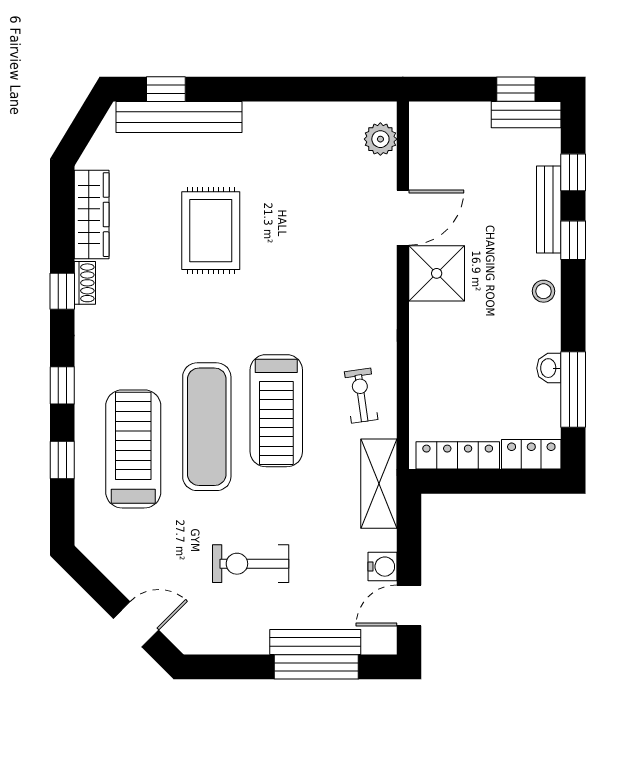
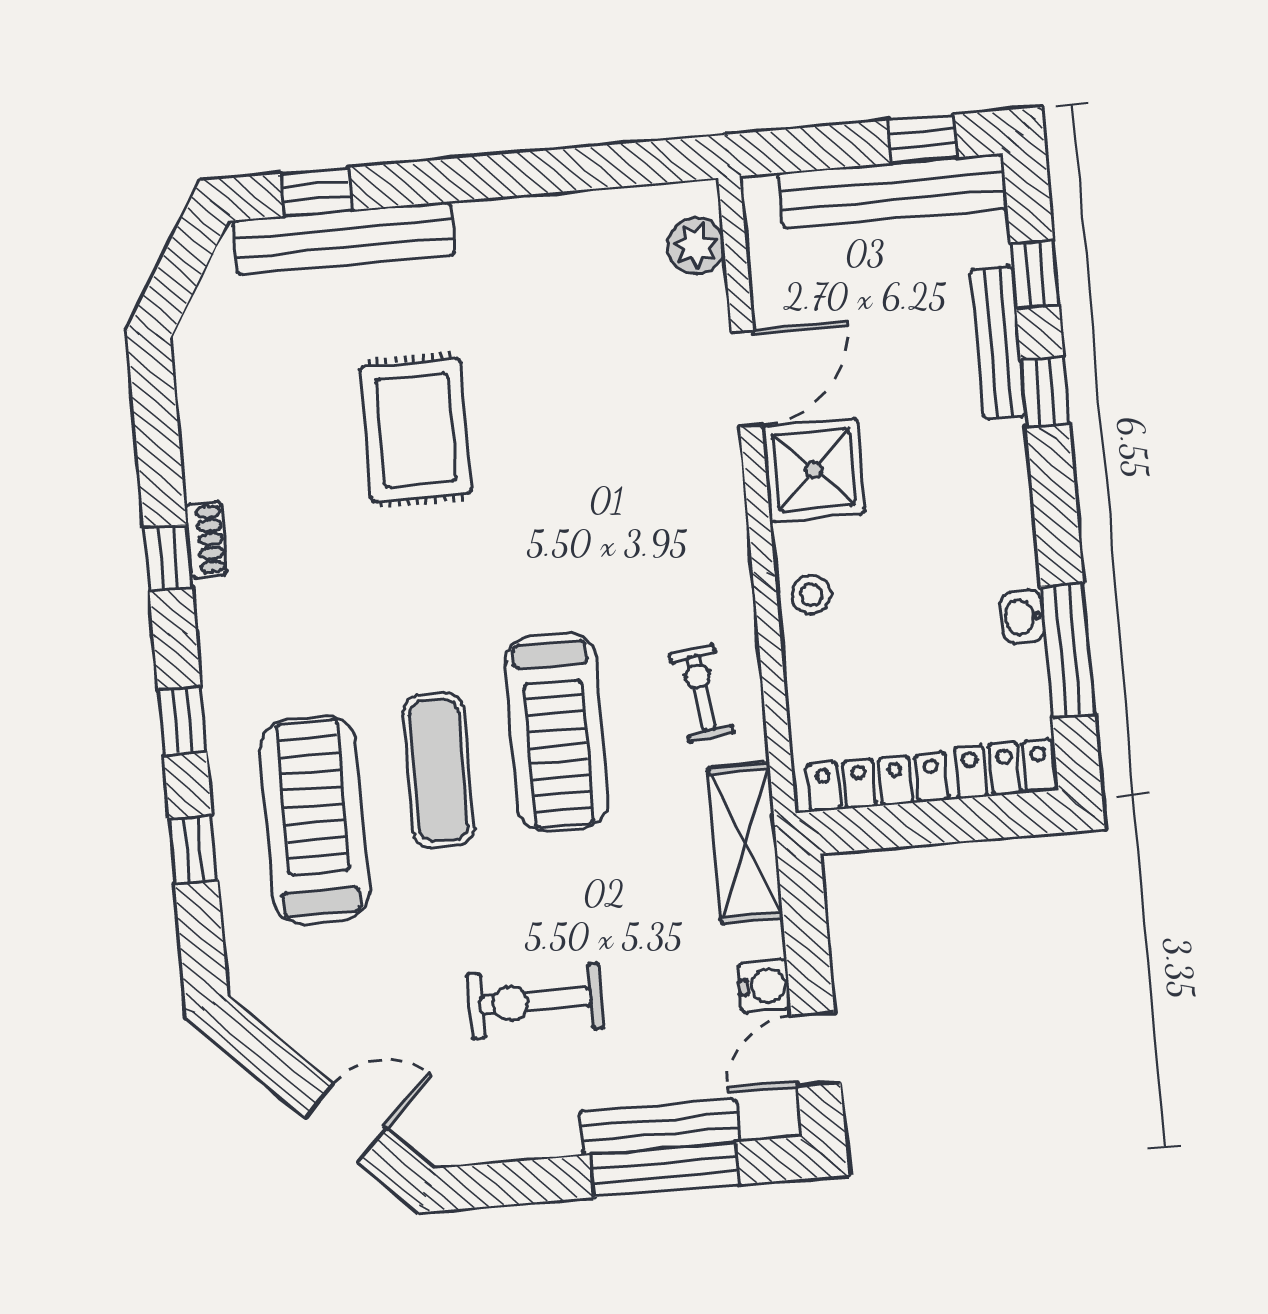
bench: (526, 115) -> (893, 191), width x1.86, depth x1.21
wardrobe: (92, 215) -> (207, 420), removed
stool: (544, 291) -> (811, 595), moved
exercise mat: (207, 427) -> (439, 770), width x0.73, depth x0.69

